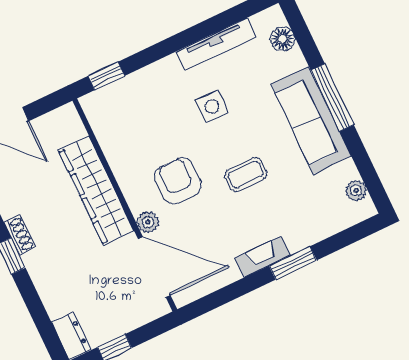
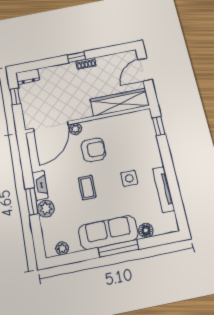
floor lamp: (283, 39) -> (146, 230), moved
wardrobe: (96, 190) -> (120, 102), moved
plant: (299, 235) -> (46, 209), added

